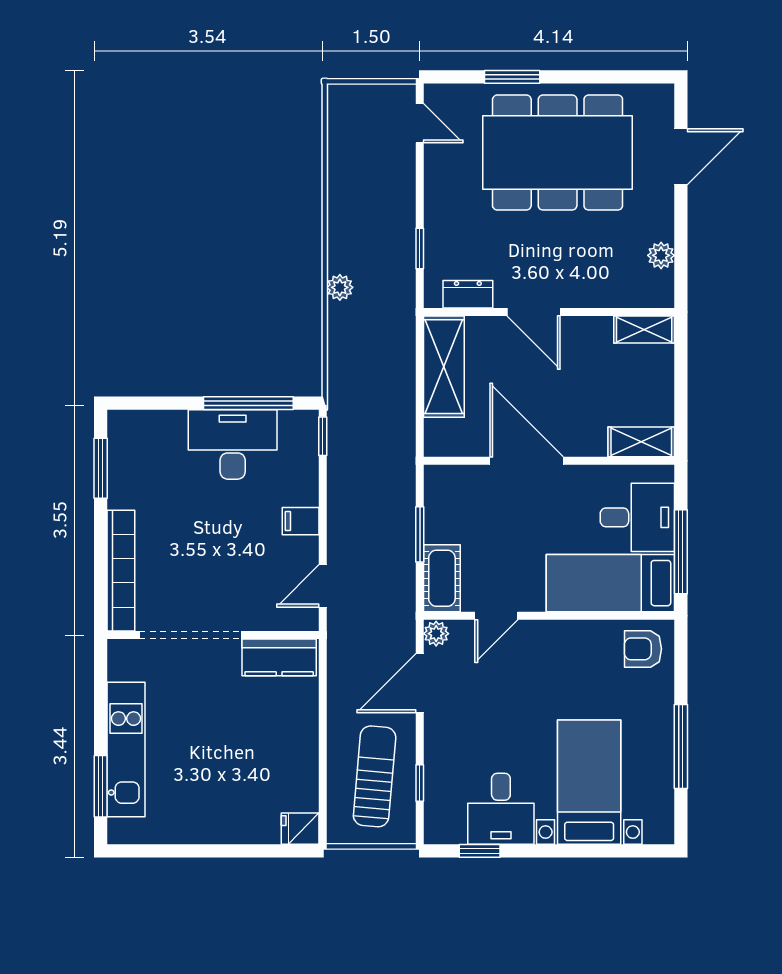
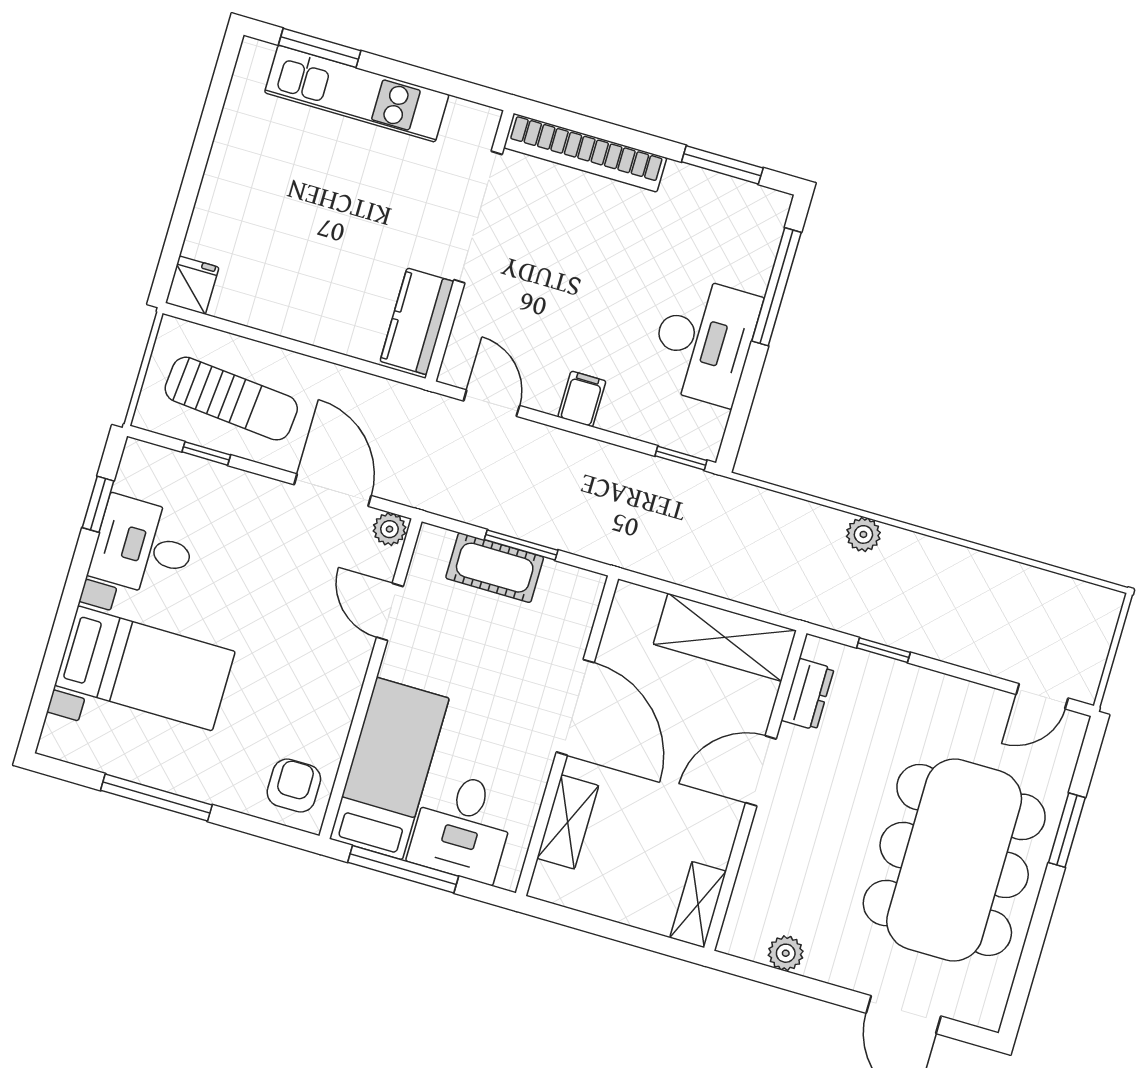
window: (248, 403) -> (776, 287), moved
shelving: (641, 442) -> (568, 822), moved
door: (527, 461) -> (575, 707), hinge flipped
cot: (442, 578) -> (495, 568), moved

